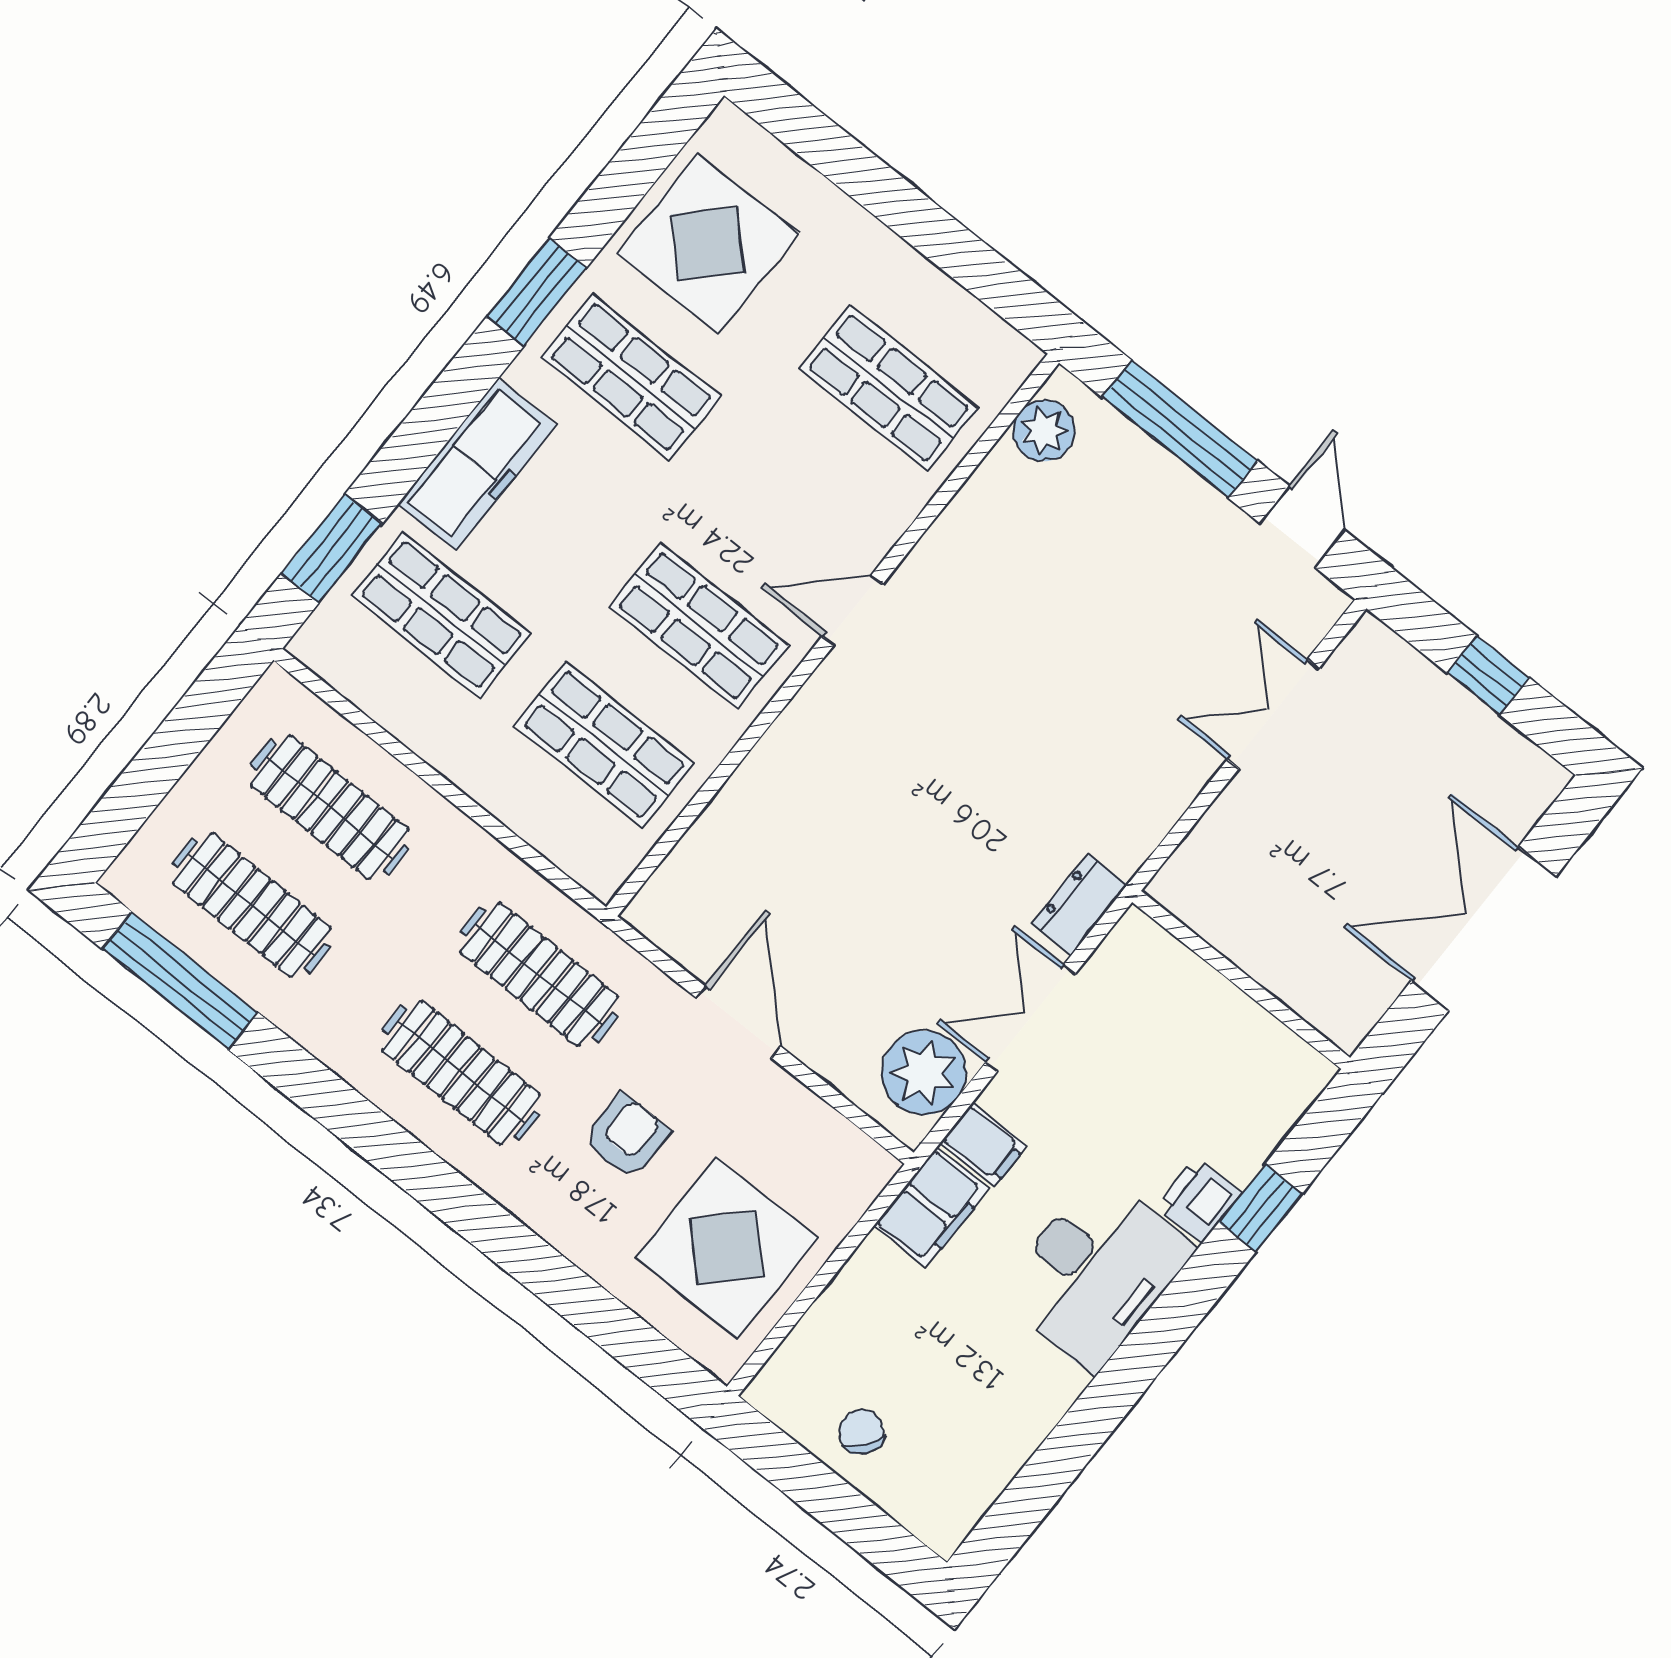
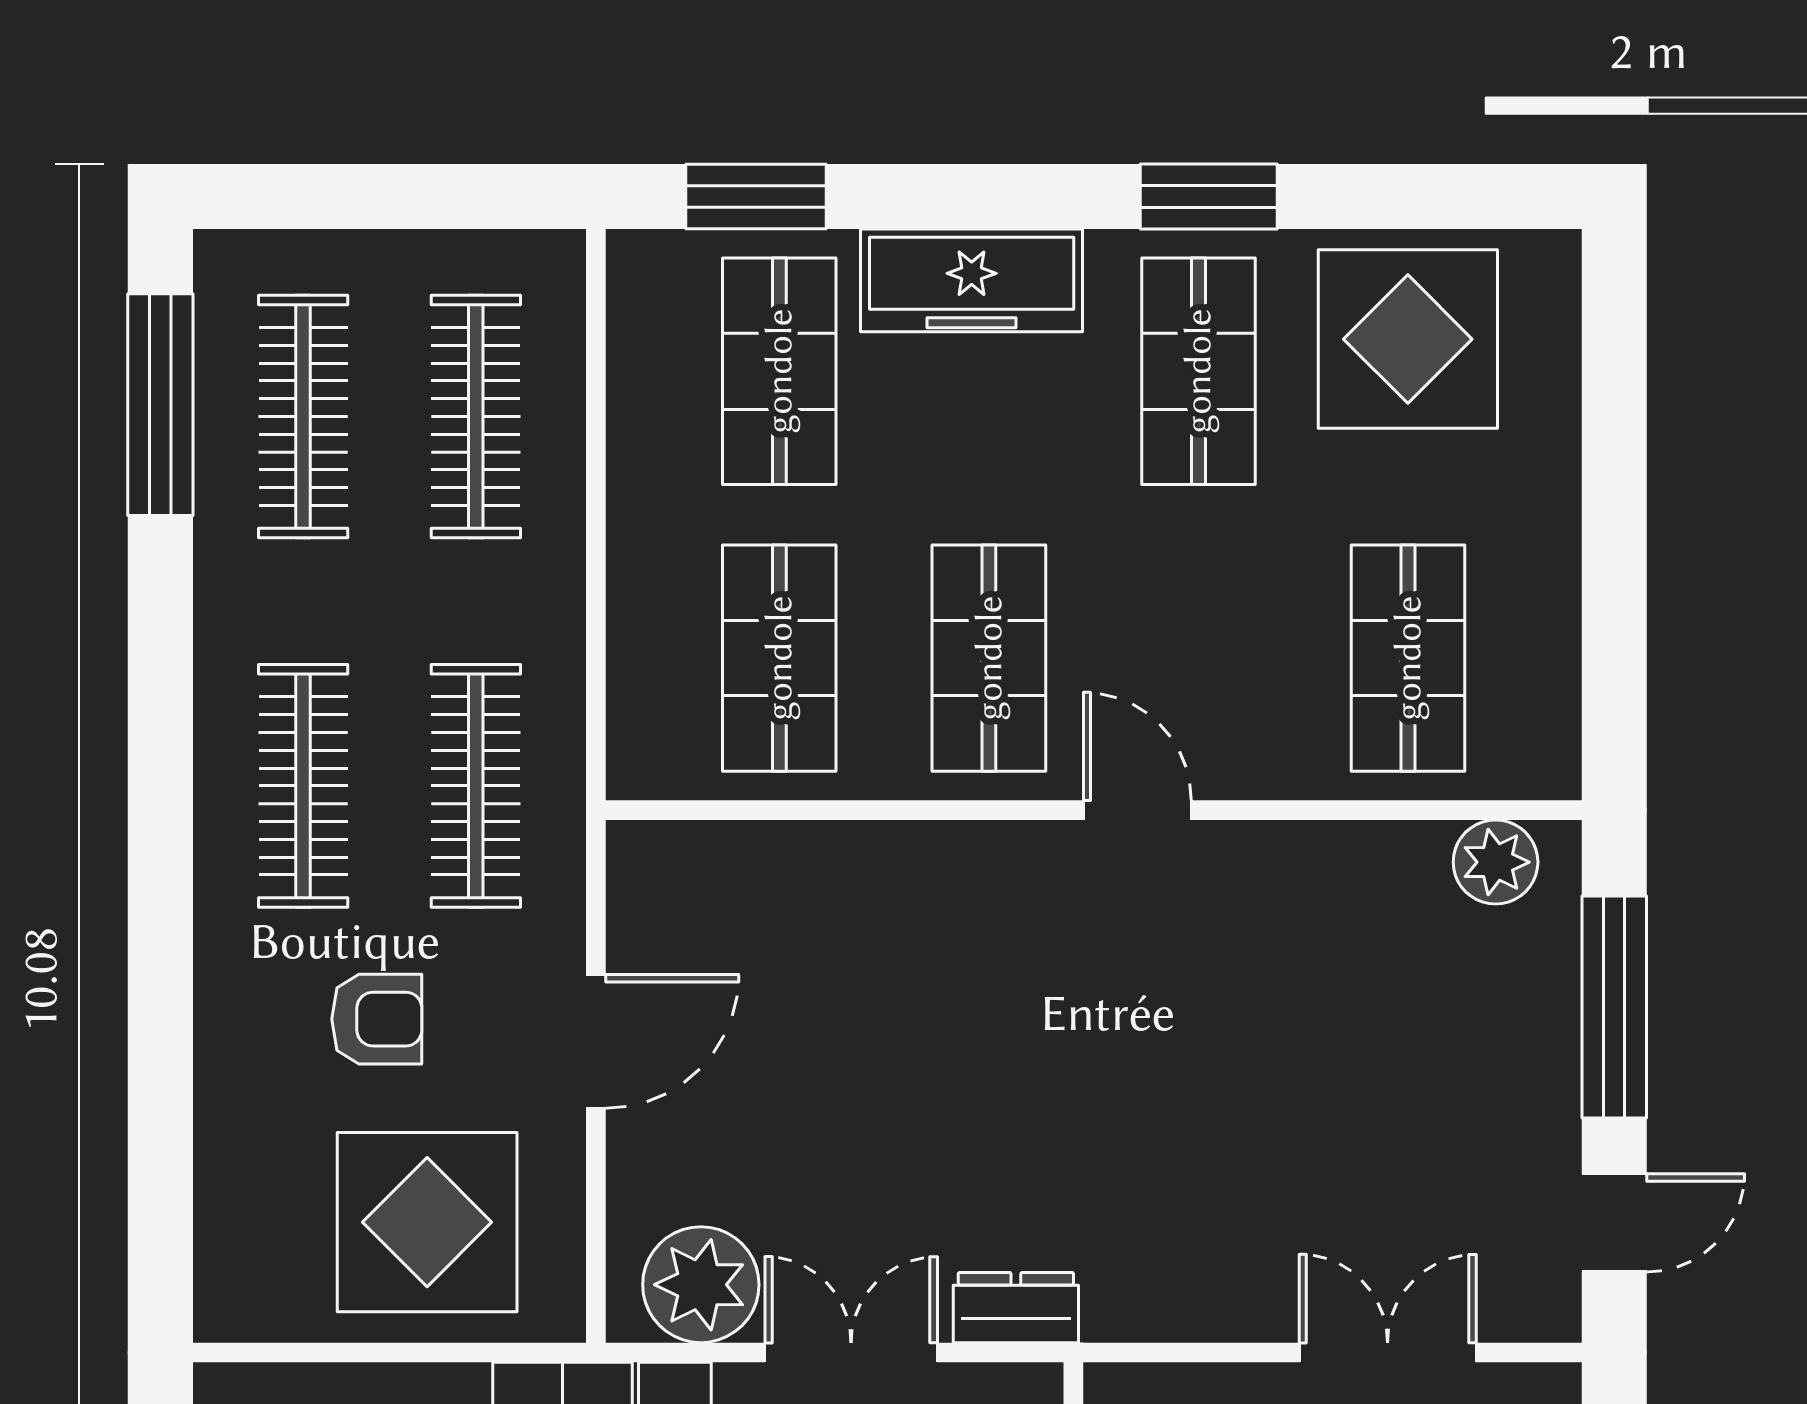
display table: (726, 1248) -> (427, 1222), moved

